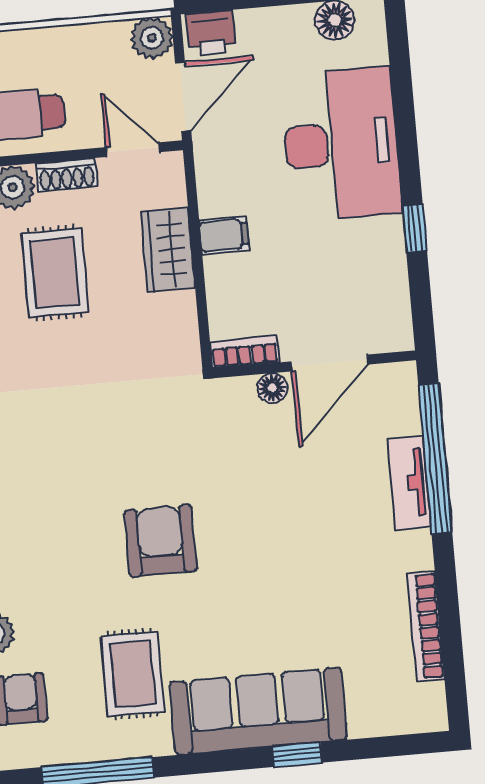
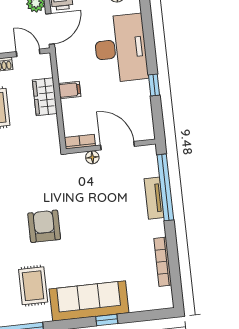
door: (329, 363) -> (118, 146), swing flipped

